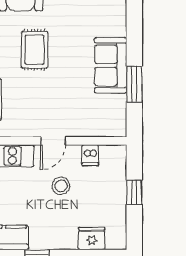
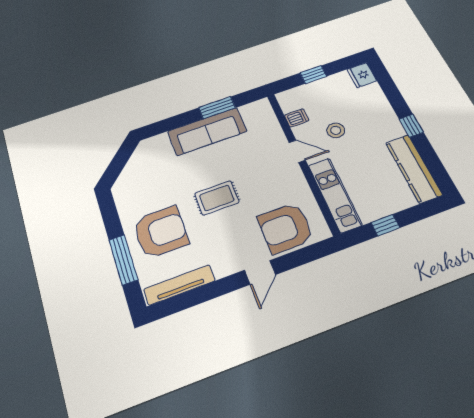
sofa: (111, 65) -> (207, 131), width x1.36
fridge: (92, 238) -> (362, 75), moved

